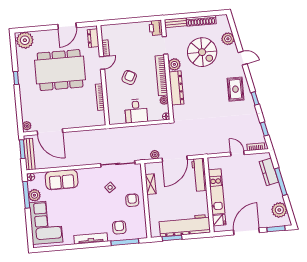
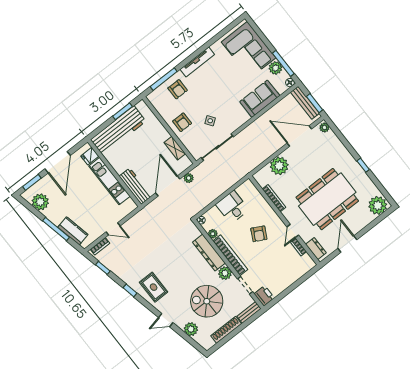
plant: (80, 119) -> (279, 166), added

